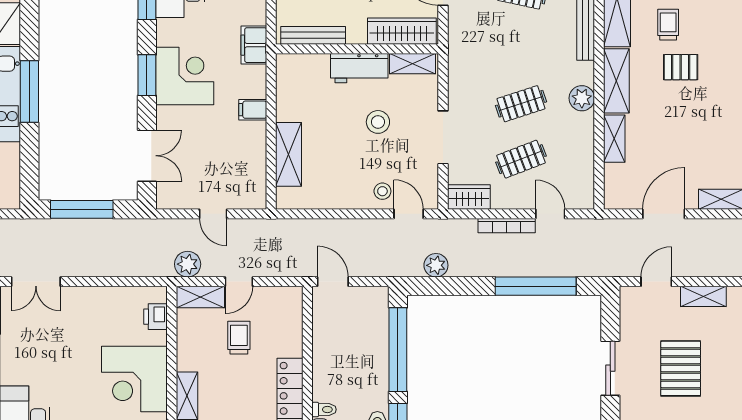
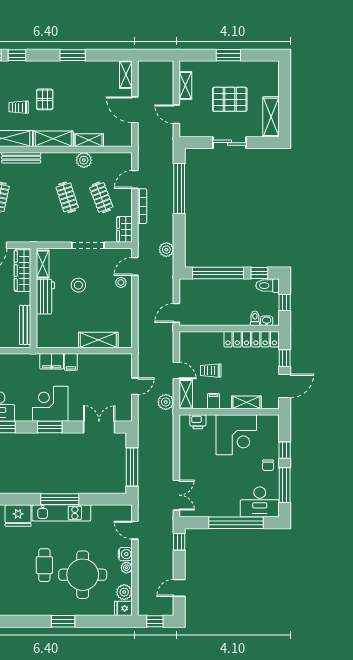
filing cabinet: (254, 45) -> (52, 361), moved
plant: (582, 98) -> (84, 160), moved
filing cabinet: (189, 342) -> (213, 401), added

